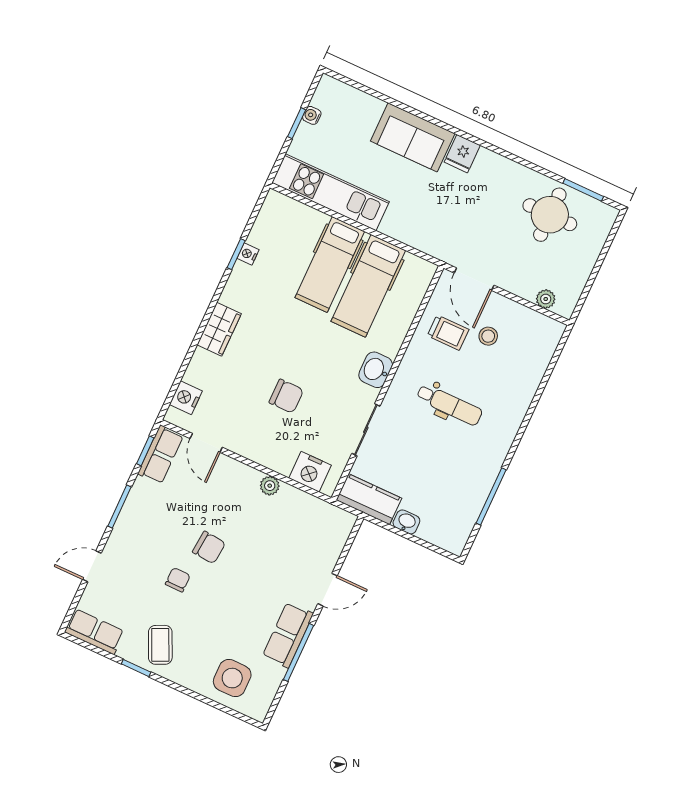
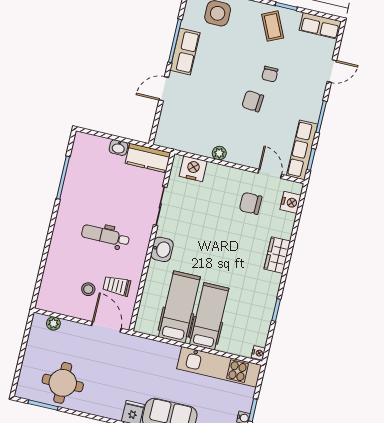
nightstand: (248, 254) -> (258, 353), moved
chair: (286, 396) -> (251, 203), moved
row of seats: (161, 455) -> (302, 150), width x1.48

